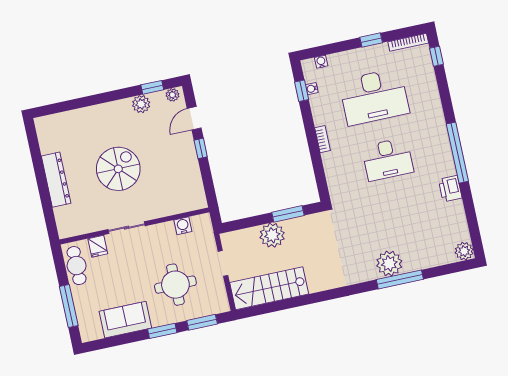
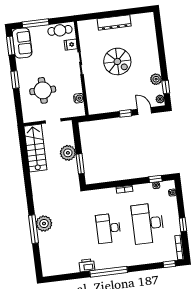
plant: (464, 251) -> (48, 270), removed
sofa: (125, 320) -> (22, 43), moved
window: (202, 322) -> (11, 46), moved

